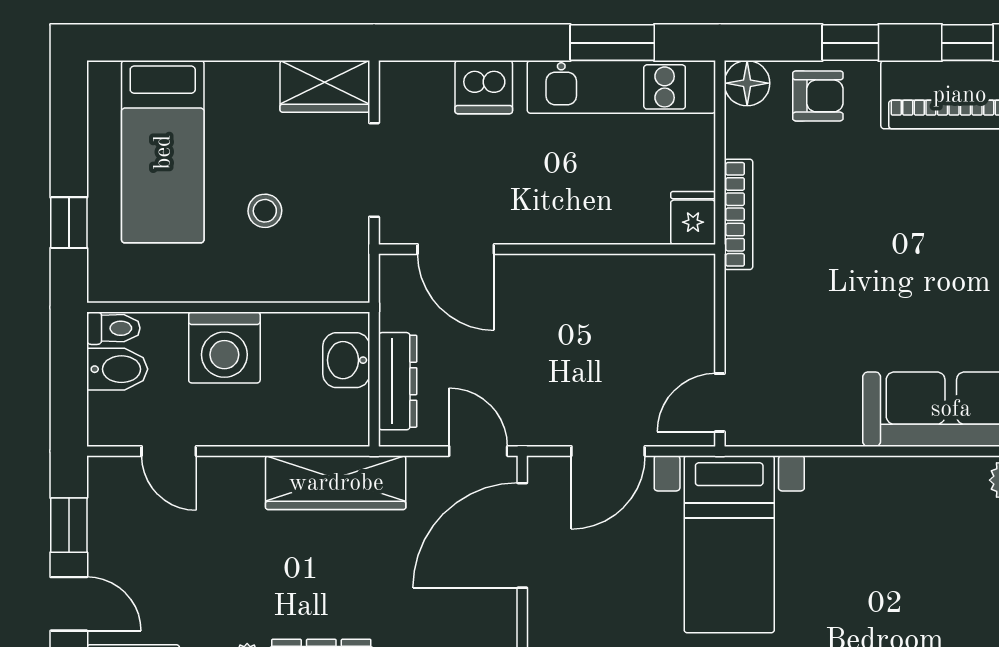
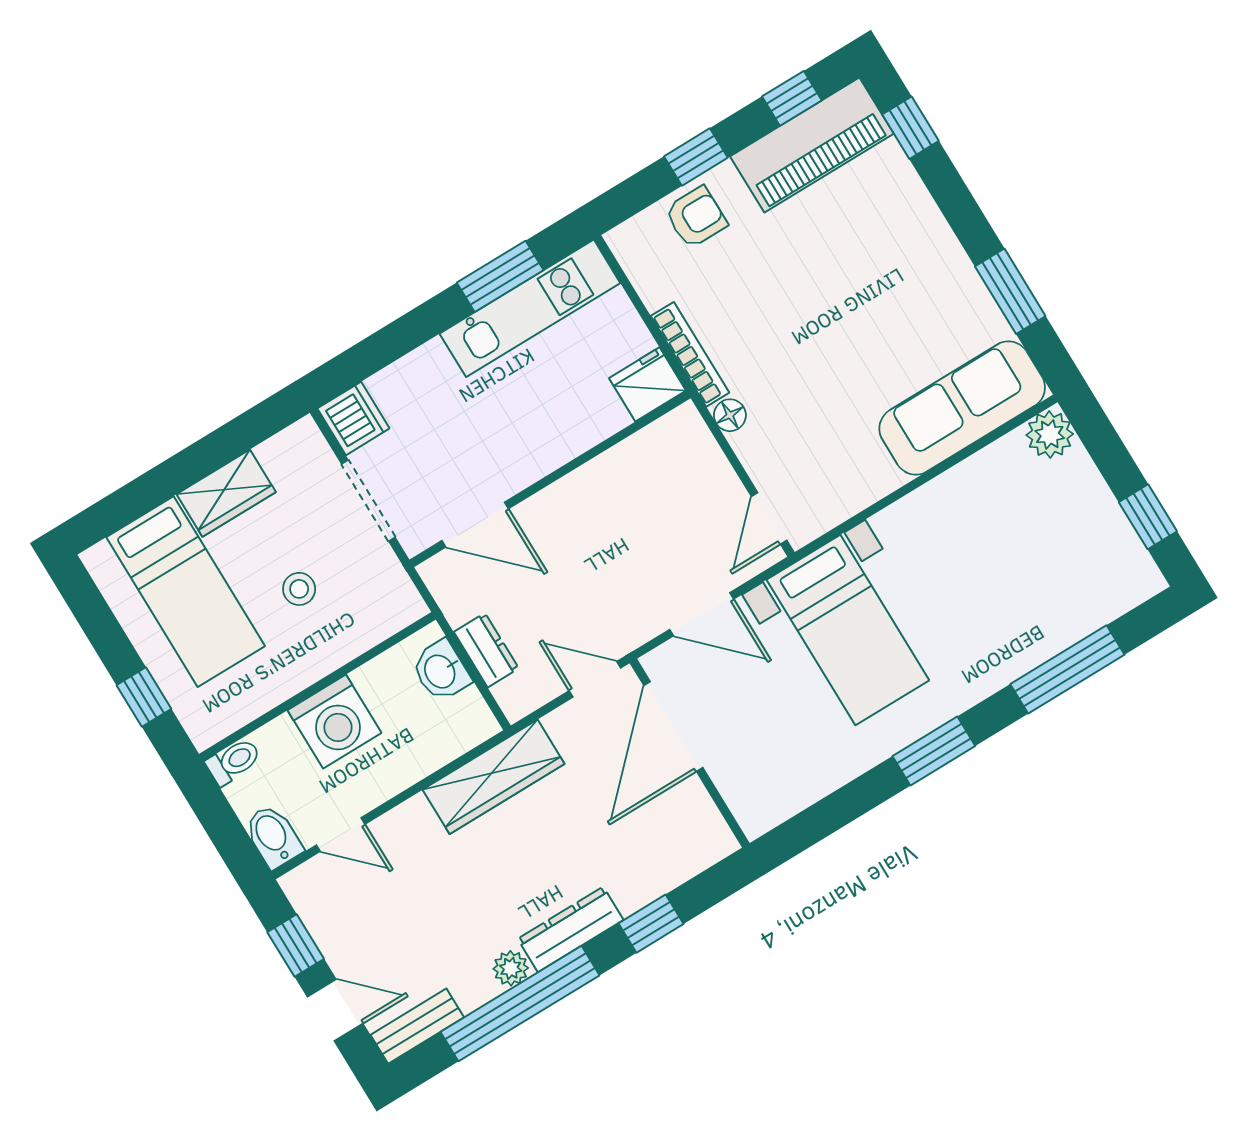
floor lamp: (747, 83) -> (730, 415), moved, width x0.73, depth x0.73
wardrobe: (325, 86) -> (226, 493), moved
dishwasher: (484, 87) -> (353, 418), moved, turned -90
fridge: (693, 218) -> (648, 384), width x1.38
bidet: (117, 369) -> (273, 836), moved, turned -90
dresser: (398, 381) -> (486, 650), width x0.70
door: (608, 451) -> (702, 614), hinge flipped

